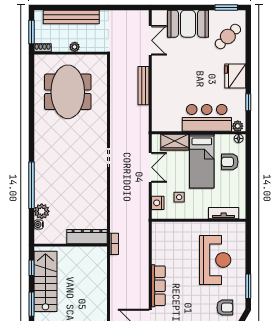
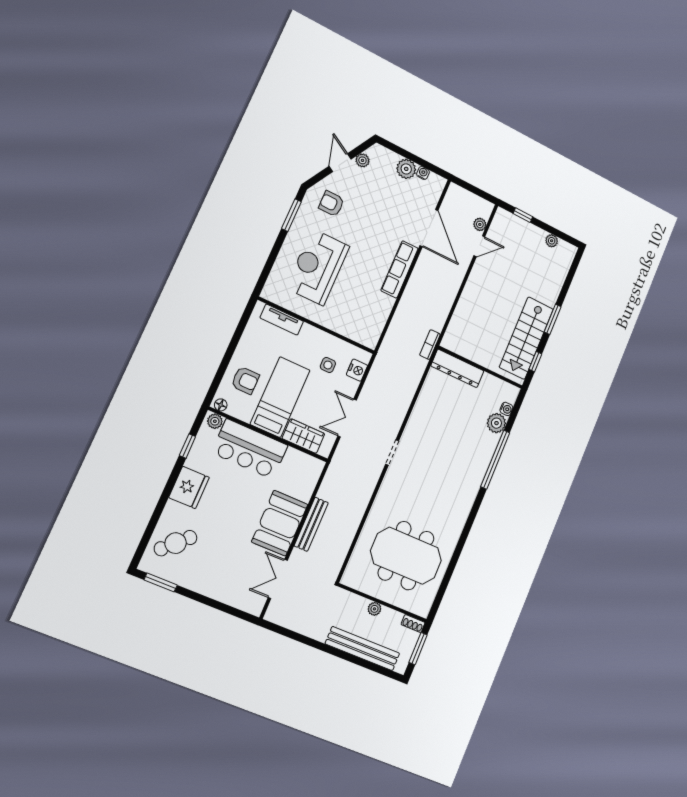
booth: (188, 24) -> (280, 523), moved, turned 90
meeting table: (68, 92) -> (406, 556), turned 90

